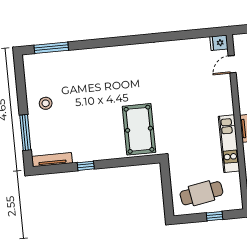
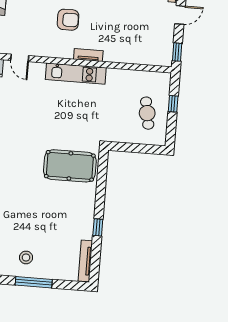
window: (25, 132) -> (34, 282), moved
kitchen unit: (229, 144) -> (76, 74), moved
cafe table: (201, 193) -> (147, 113), width x0.73, depth x0.74

